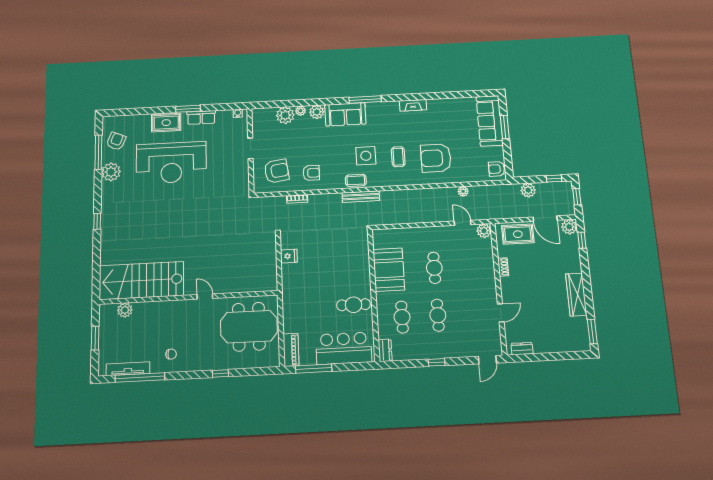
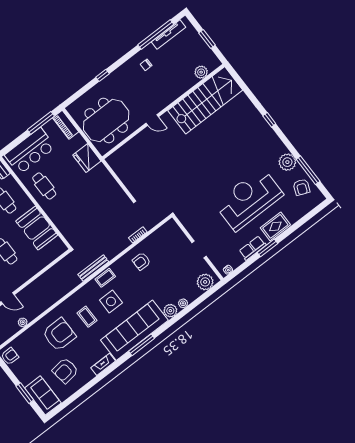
sofa: (345, 114) -> (134, 330), width x1.85, depth x1.27
plant: (285, 115) -> (205, 282), moved
sofa: (490, 121) -> (43, 395), width x0.73
armchair: (277, 171) -> (65, 370), moved
fridge: (289, 256) -> (87, 158), moved, width x1.88, depth x1.34
cafe table: (354, 305) -> (44, 186), turned 90

